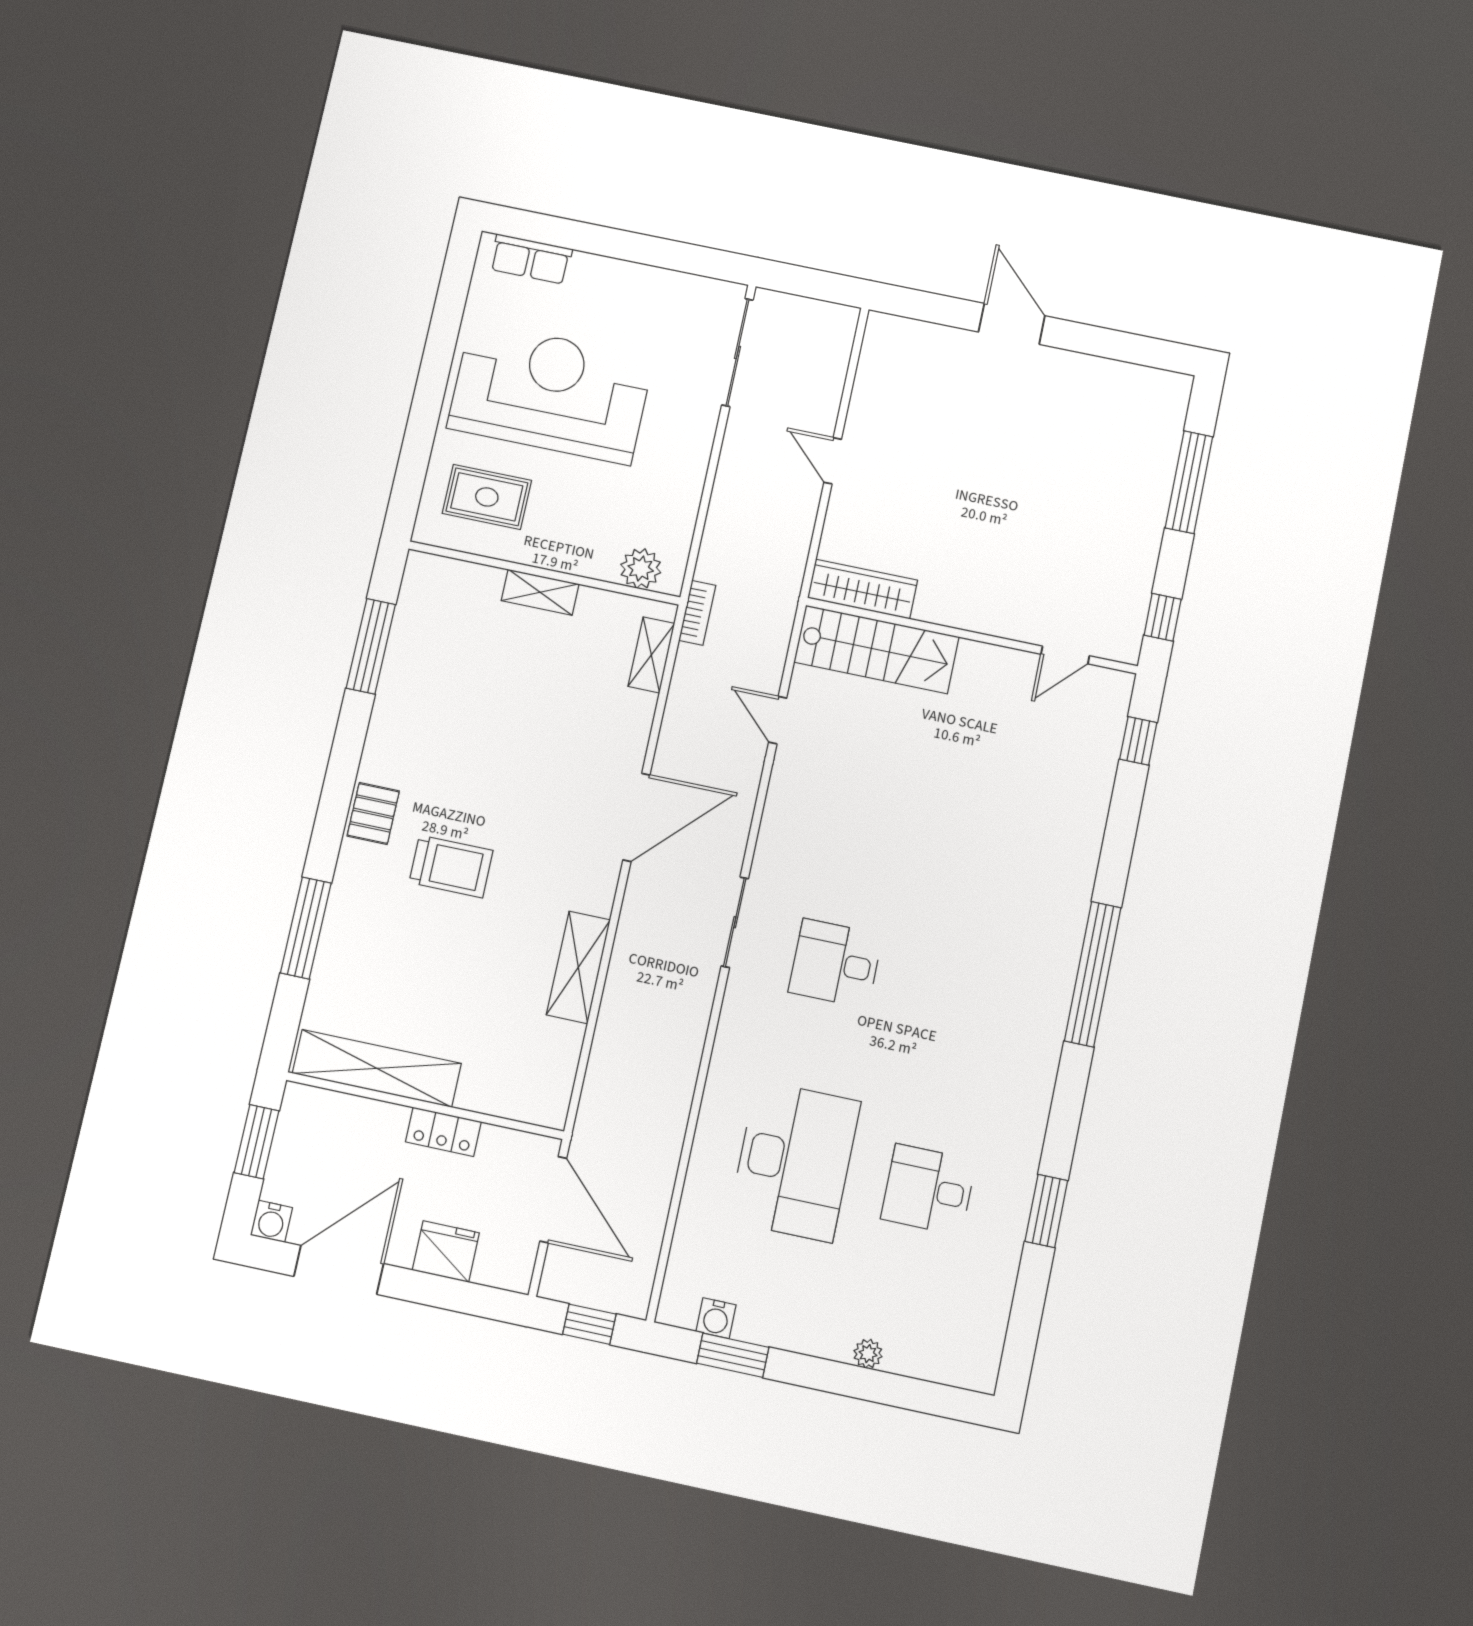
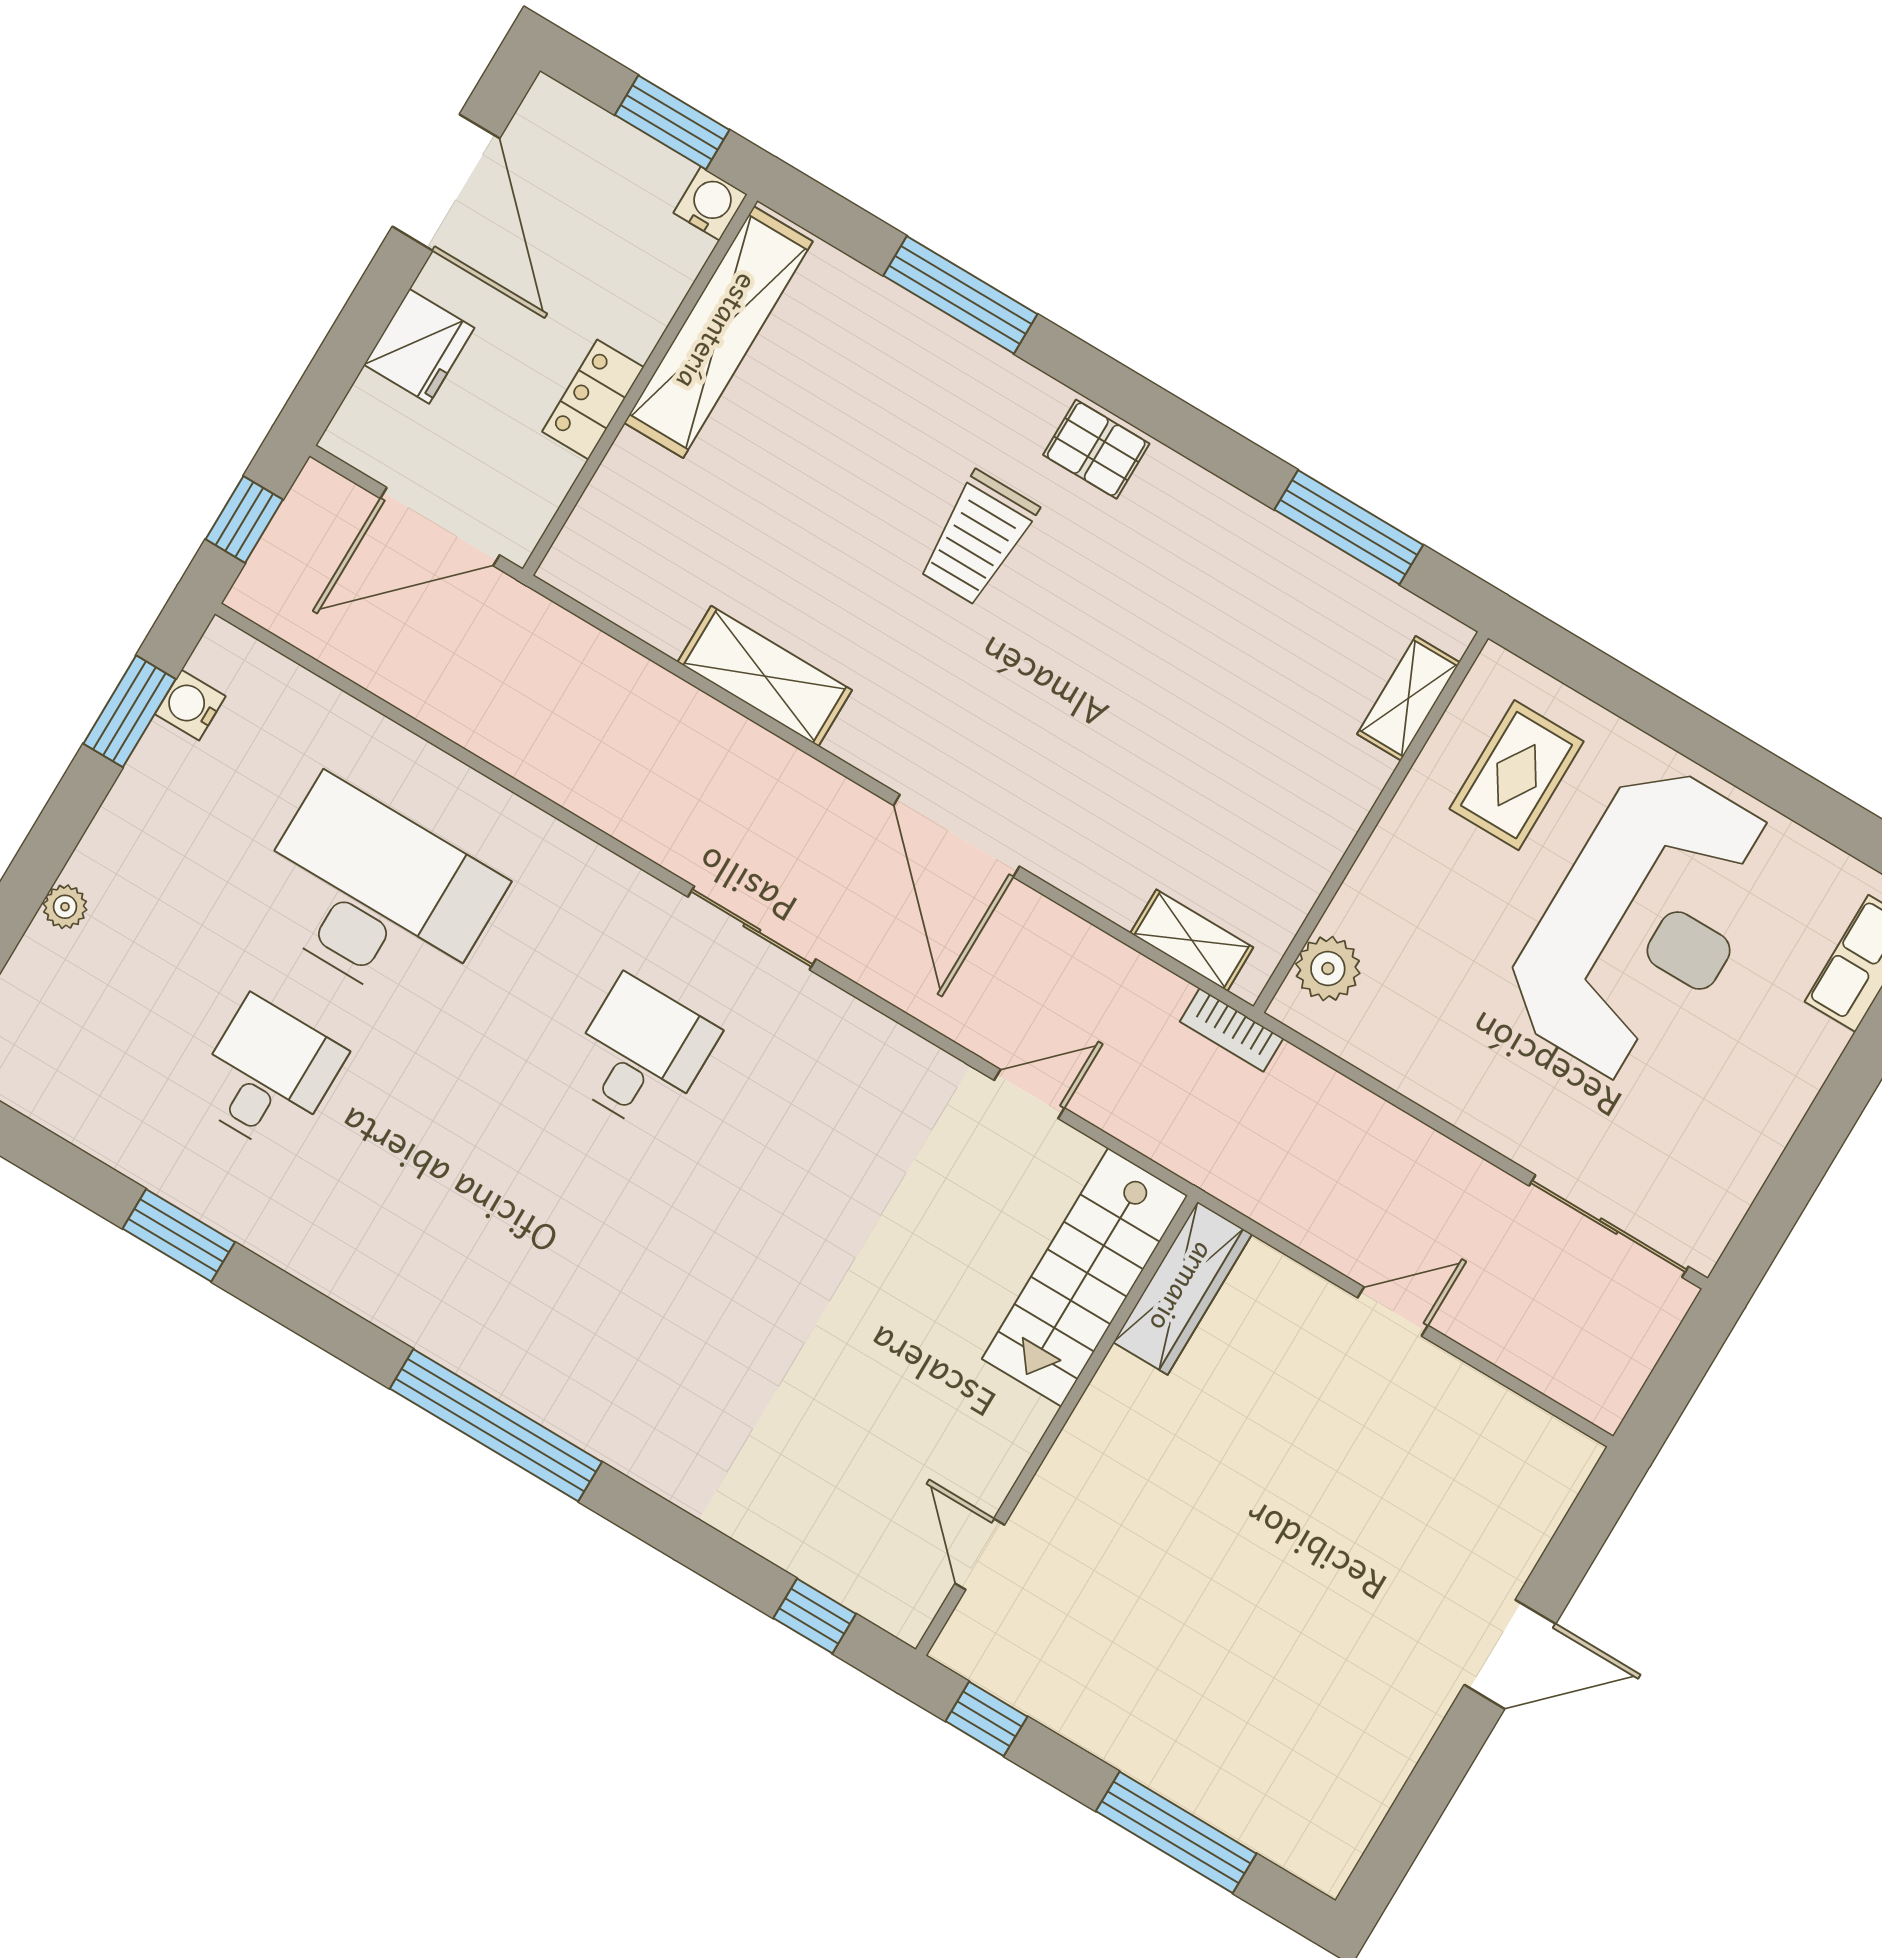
shelving: (540, 592) -> (1408, 698), moved
desk: (794, 1161) -> (375, 896), turned 180
water cooler: (271, 1221) -> (710, 204), moved, turned 90

